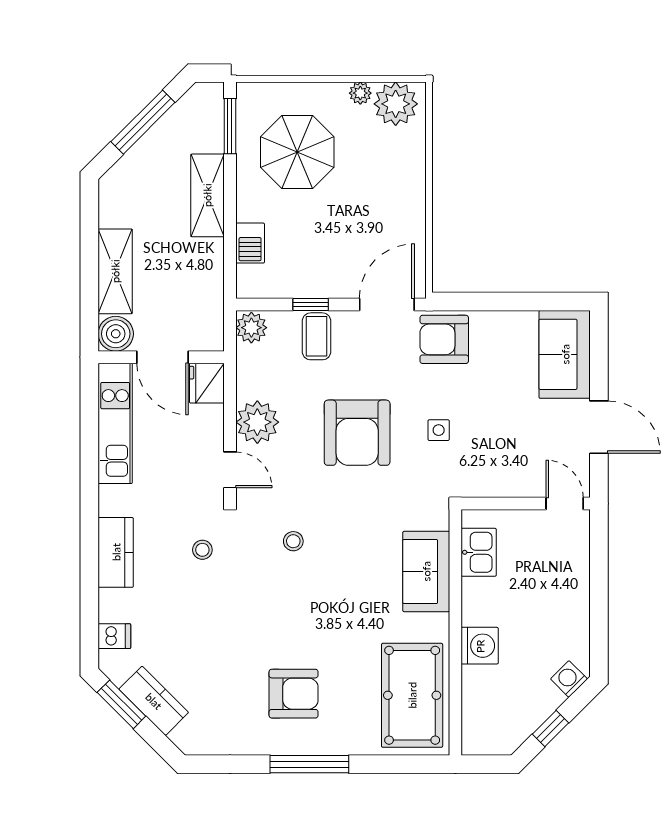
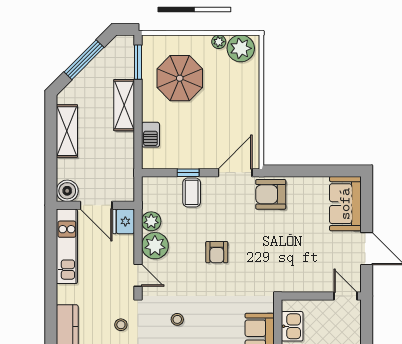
shelving: (115, 271) -> (67, 131), moved
plant: (251, 328) -> (151, 221), moved
side table: (439, 430) -> (267, 251), removed
armchair: (357, 433) -> (217, 252), width x0.53, depth x0.53

